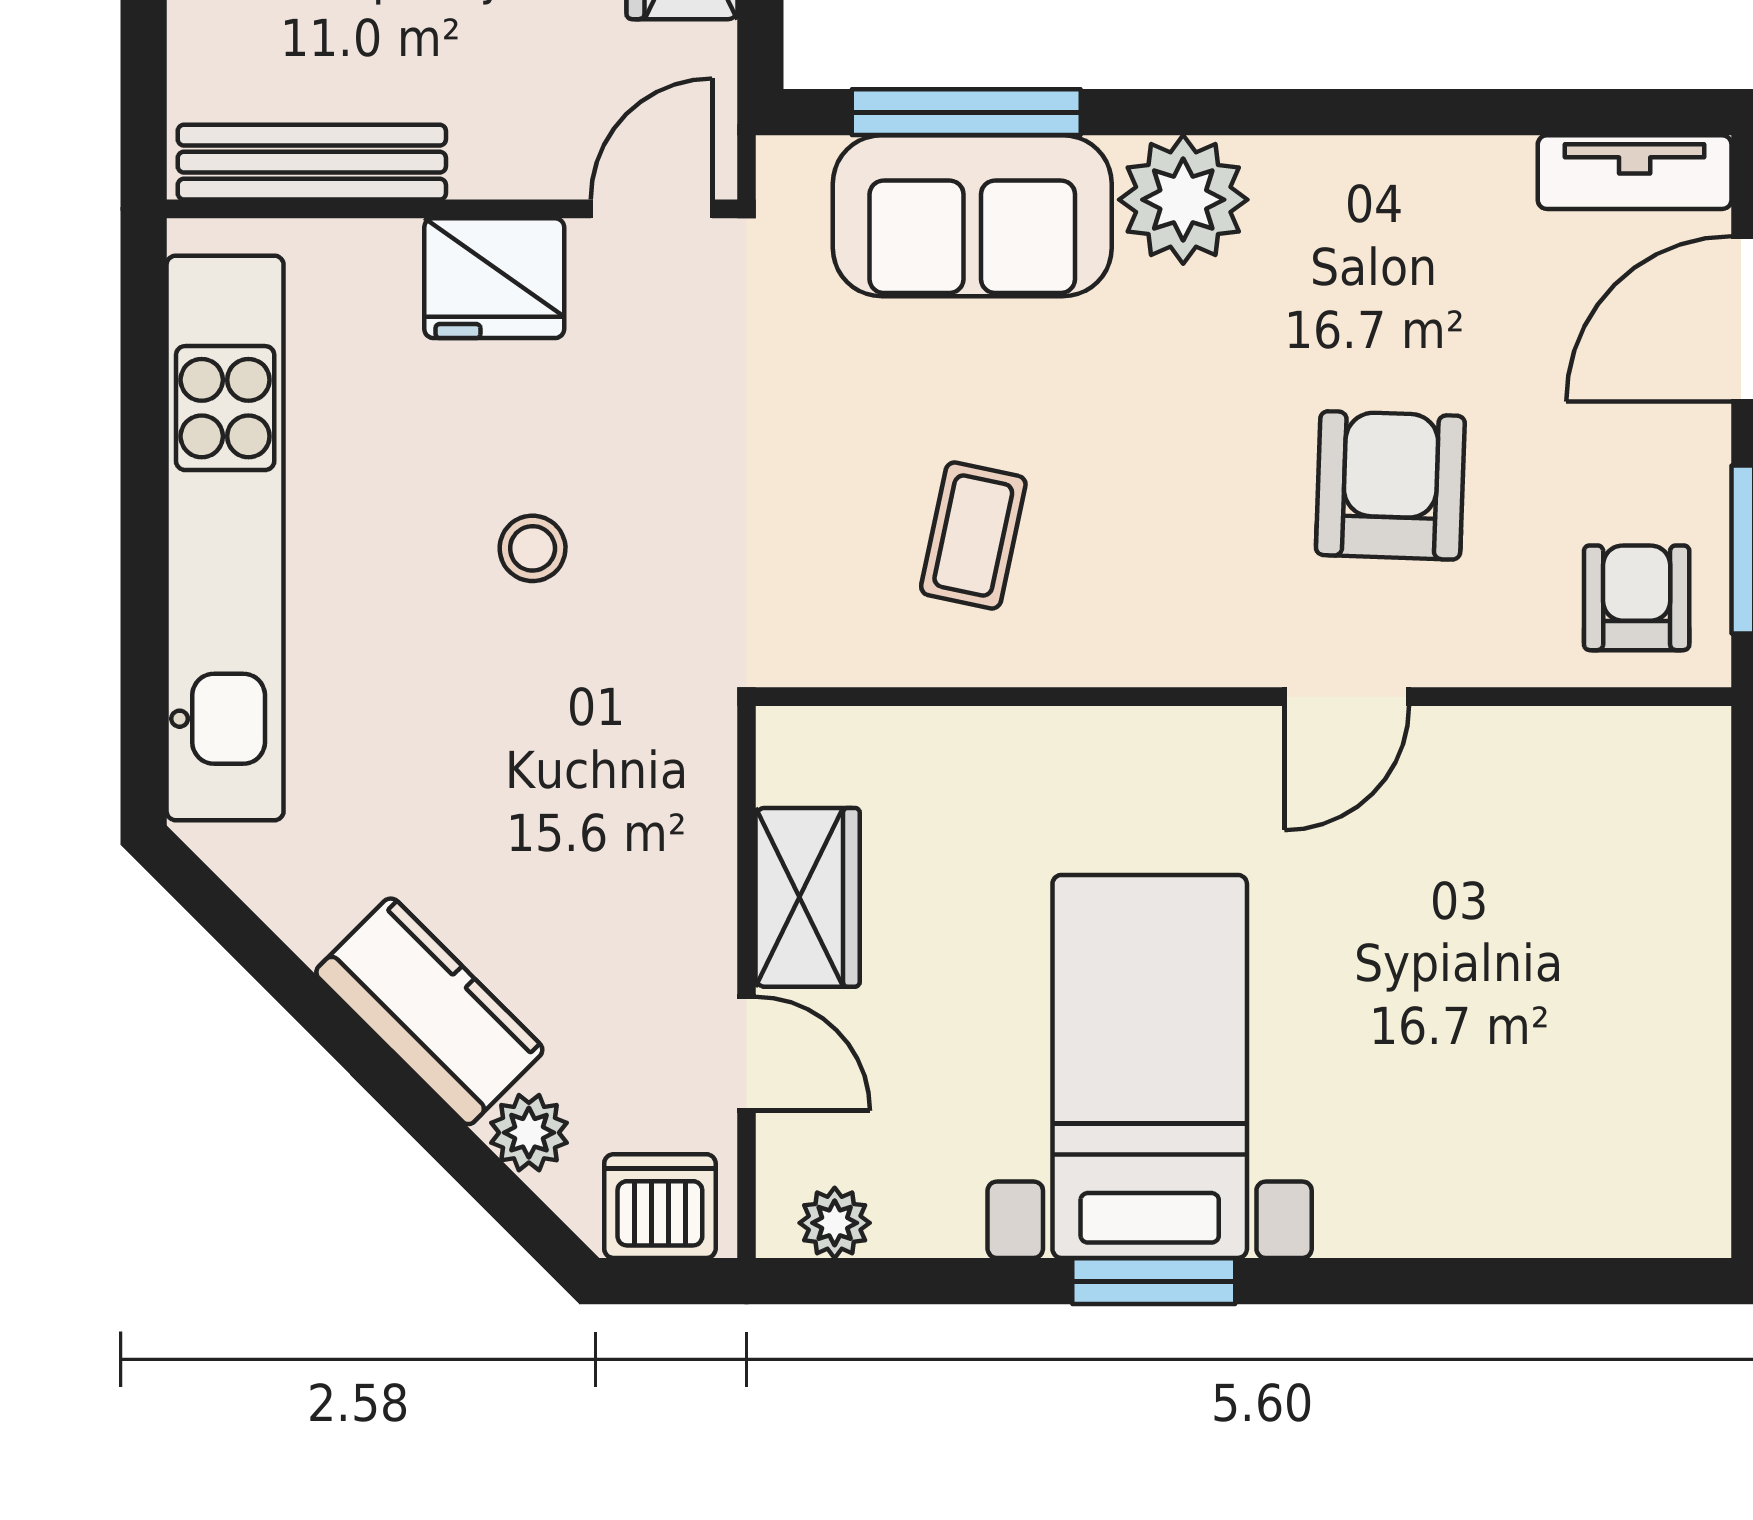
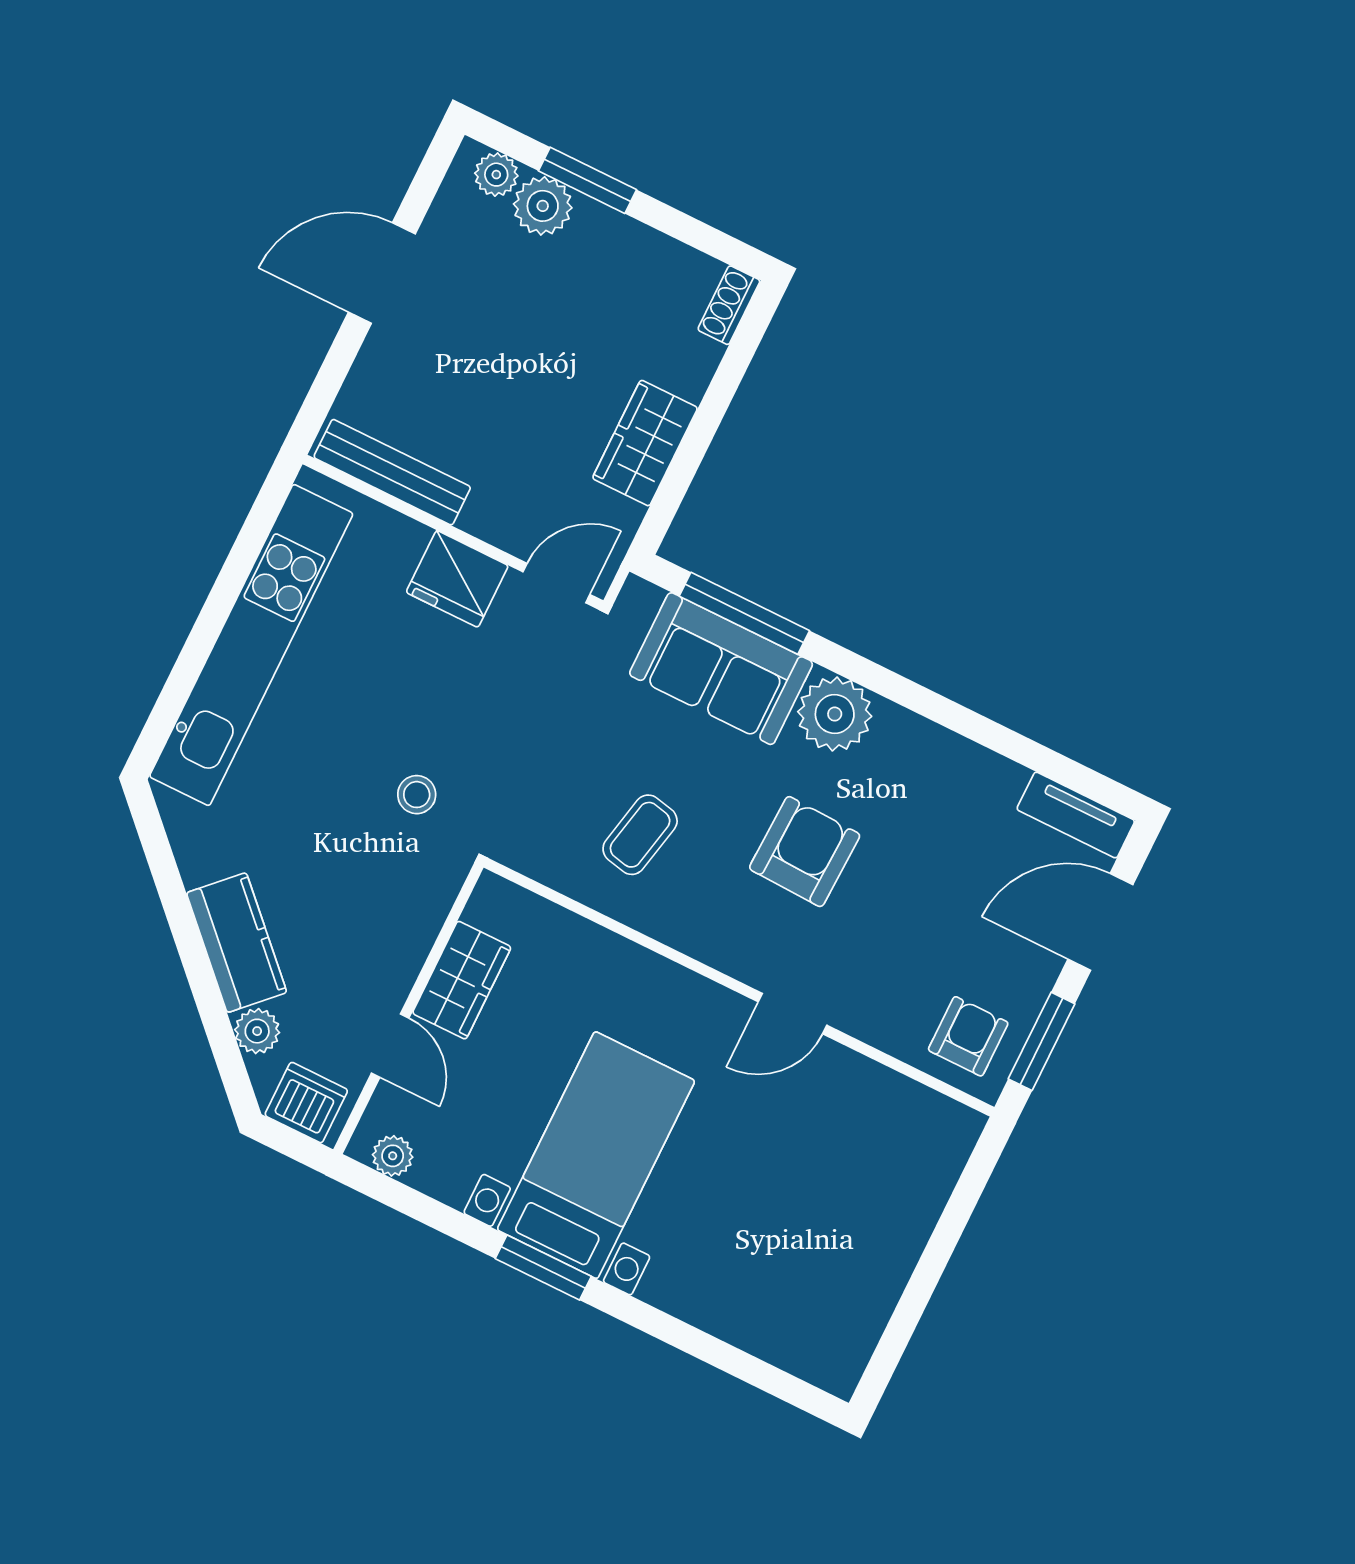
armchair: (1390, 485) -> (805, 852), moved
stool: (533, 548) -> (417, 795), moved

